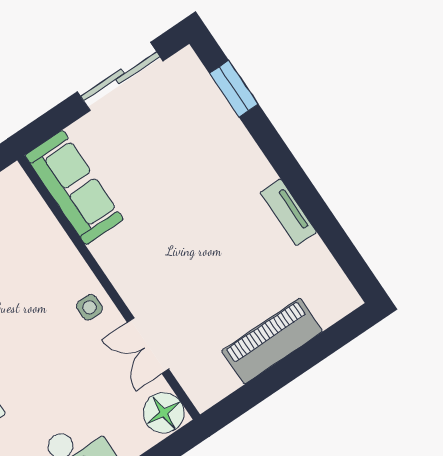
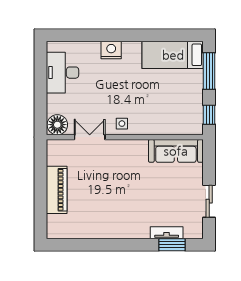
sliding door: (120, 76) -> (209, 201), width x0.73
tv unit: (288, 212) -> (167, 233), moved

